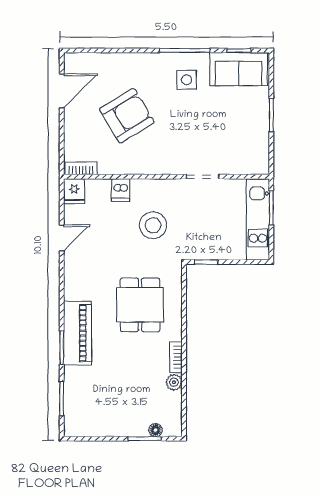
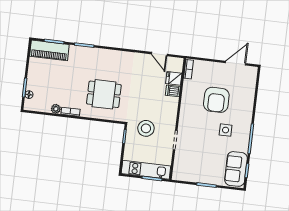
side table: (187, 80) -> (226, 130), moved
door: (62, 91) -> (236, 63), swing flipped
armchair: (127, 116) -> (216, 100), turned 31
fridge: (74, 191) -> (174, 78), moved
stool: (153, 225) -> (146, 128), moved
door: (62, 238) -> (159, 54), moved
piano: (78, 333) -> (49, 50), moved

